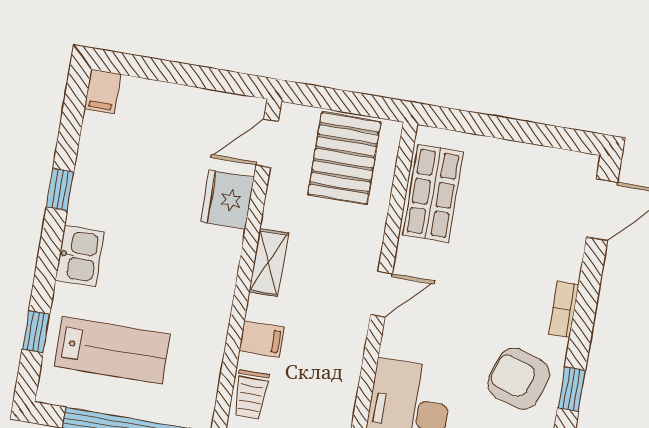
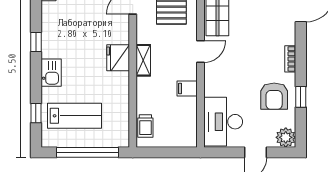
fridge: (227, 200) -> (118, 58), moved
door: (381, 294) -> (201, 52), moved
filing cabinet: (262, 339) -> (187, 88), moved, turned 180
armchair: (519, 379) -> (274, 96), turned -108

